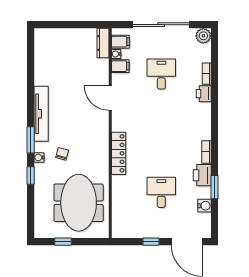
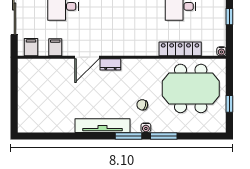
dresser: (103, 43) -> (110, 64), moved, width x0.70
water cooler: (116, 54) -> (221, 51), moved
locker: (119, 153) -> (180, 49), moved
window: (31, 176) -> (164, 136), width x1.50

